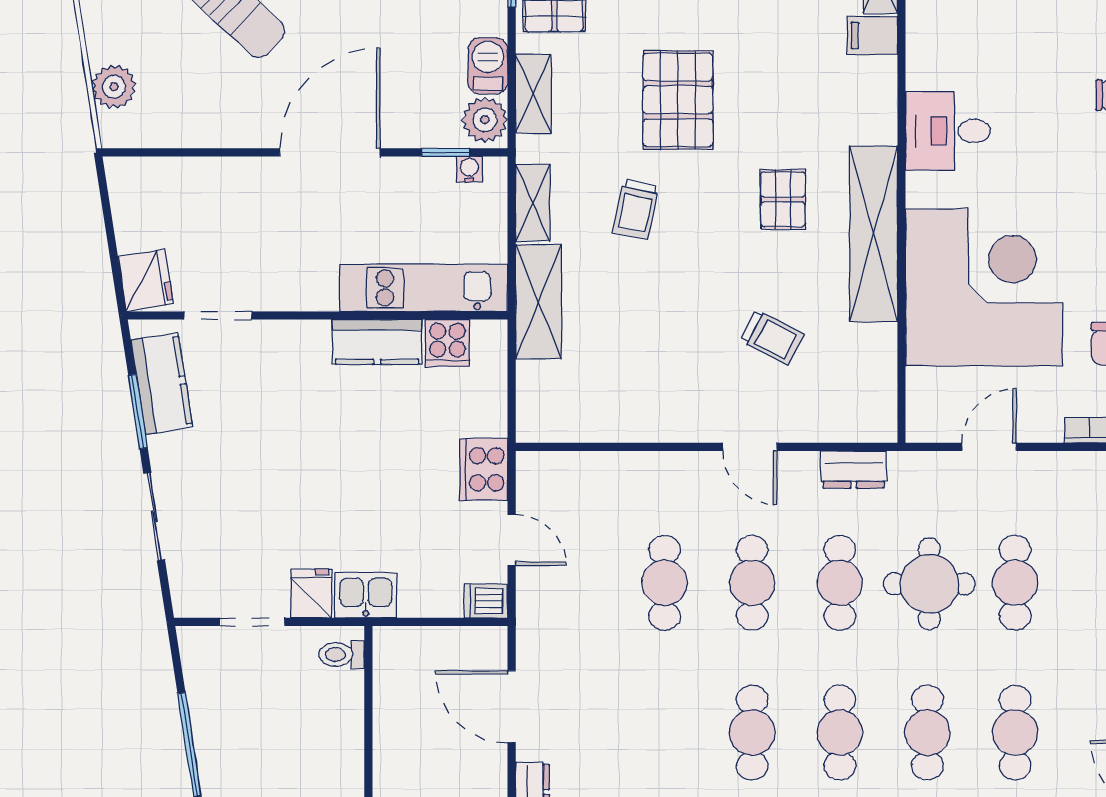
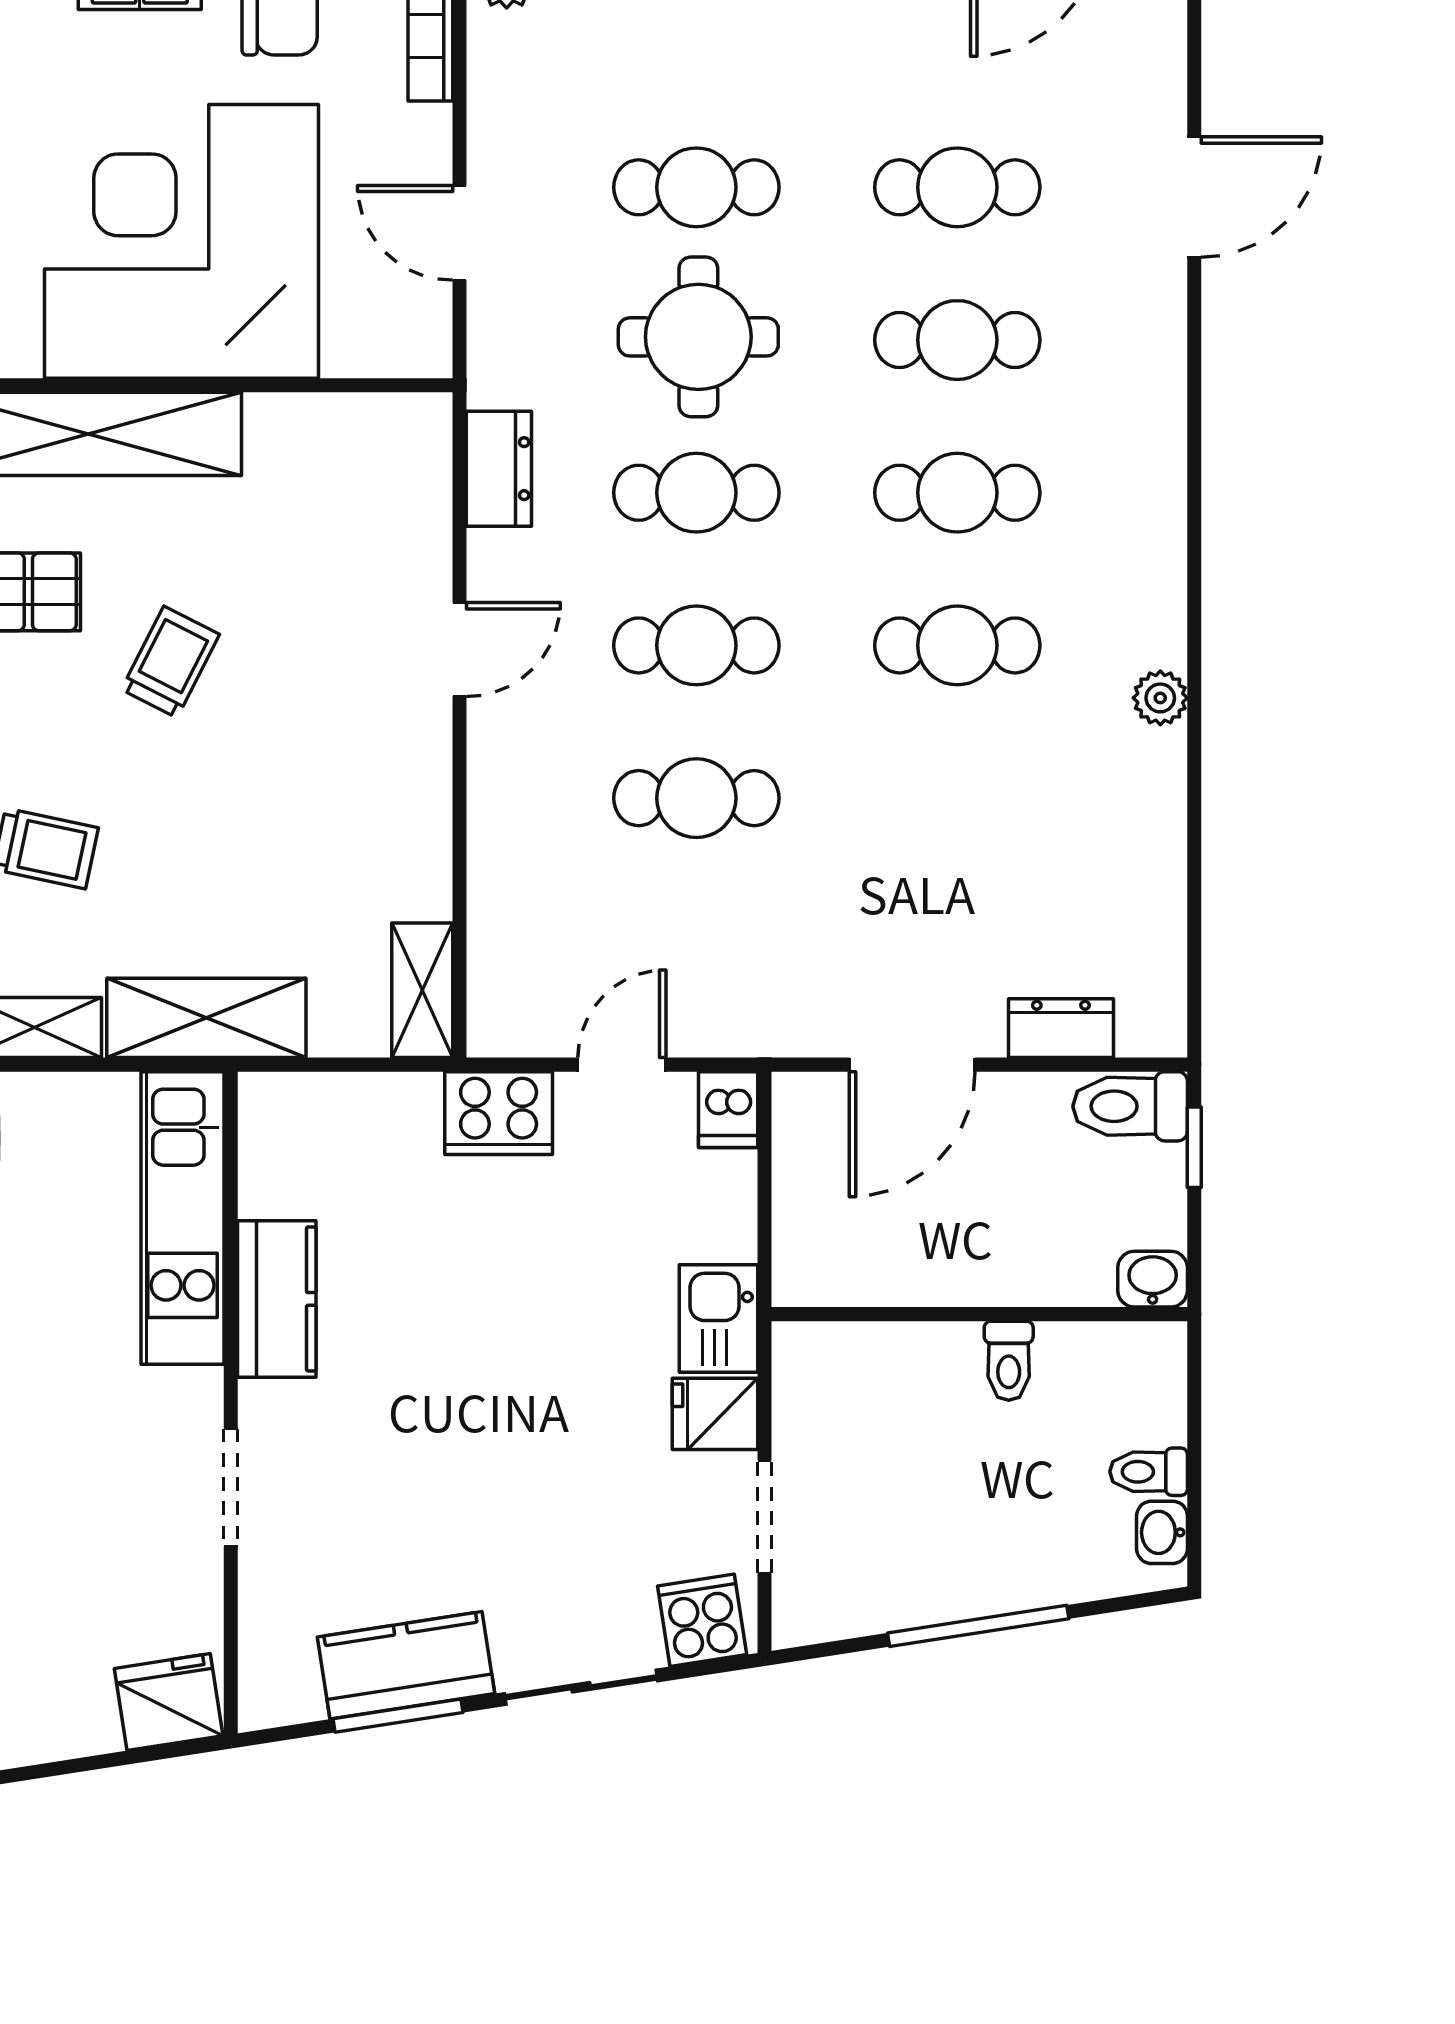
doorway: (218, 316) -> (231, 1488), moved
trolley: (772, 337) -> (170, 662), moved
cooker: (447, 343) -> (702, 1620), moved, turned -99
kitchen counter: (162, 383) -> (406, 1665), moved
shelving: (554, 425) -> (422, 990), added
toilet: (342, 654) -> (1009, 1361), moved

